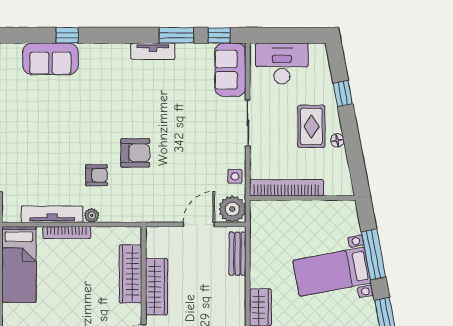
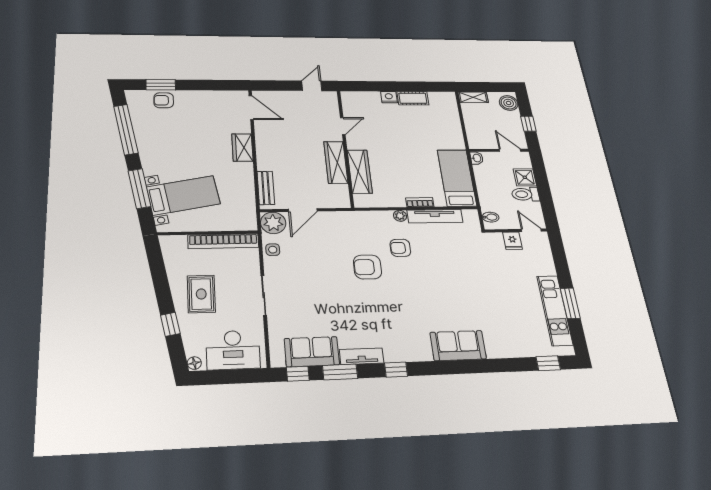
window: (67, 35) -> (396, 370), moved
sofa: (230, 70) -> (312, 352), moved, turned -90
floor lamp: (337, 140) -> (194, 363), moved
bookcase: (67, 233) -> (420, 202), width x0.64
bed with nightstands: (332, 272) -> (183, 195), moved

